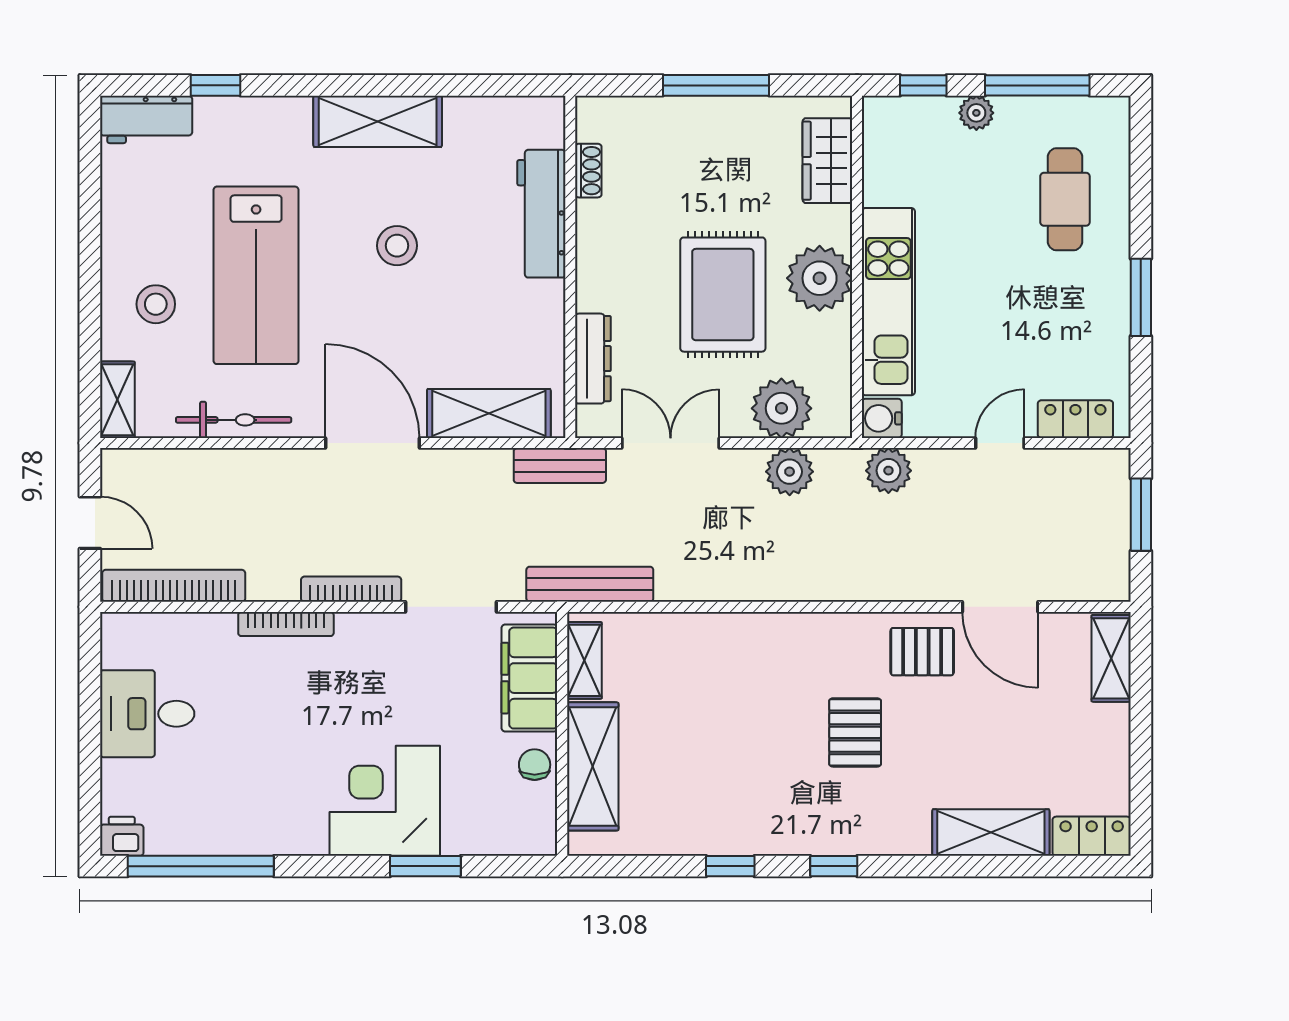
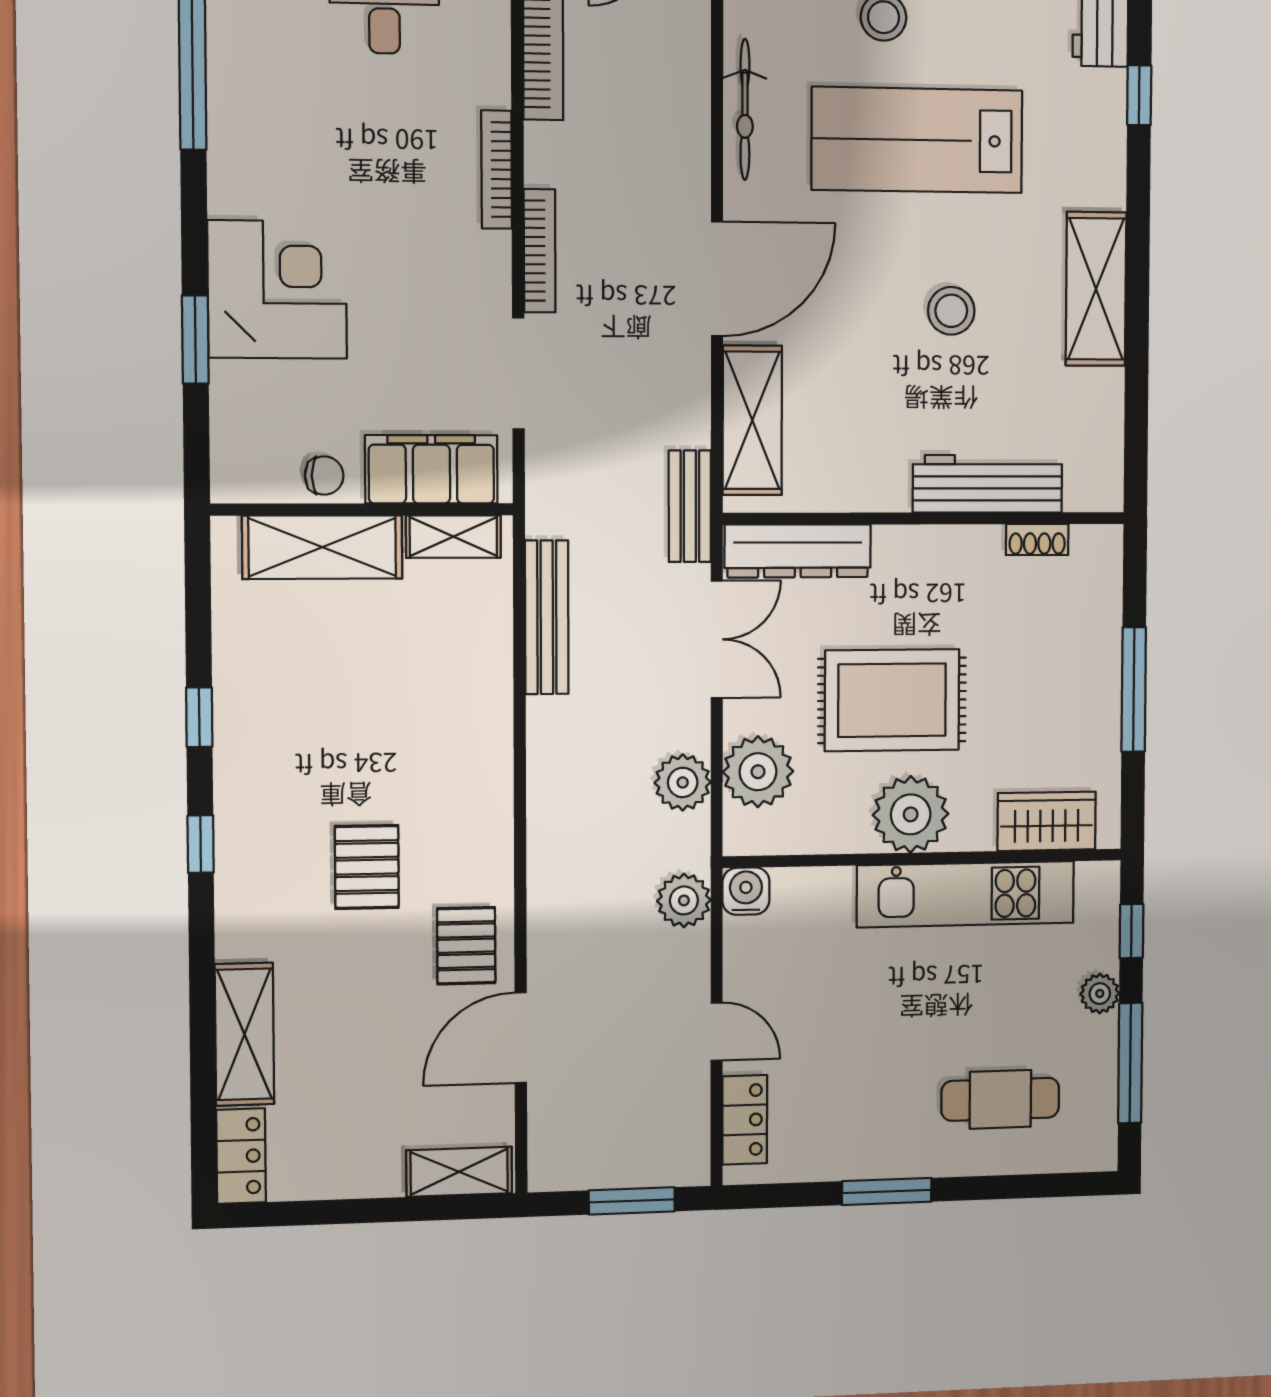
kitchen unit: (888, 302) -> (966, 894), moved
dresser: (593, 359) -> (798, 551), width x1.37, depth x1.24
bench: (590, 584) -> (547, 617), moved
pallet: (855, 732) -> (367, 867), turned 90

